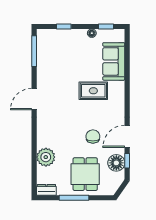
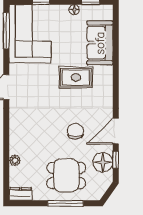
corner sofa: (54, 54) -> (30, 34), added
plant: (46, 157) -> (15, 160), width x0.53, depth x0.53
dining table: (85, 174) -> (66, 175), turned 90
window: (74, 198) -> (66, 203), moved

